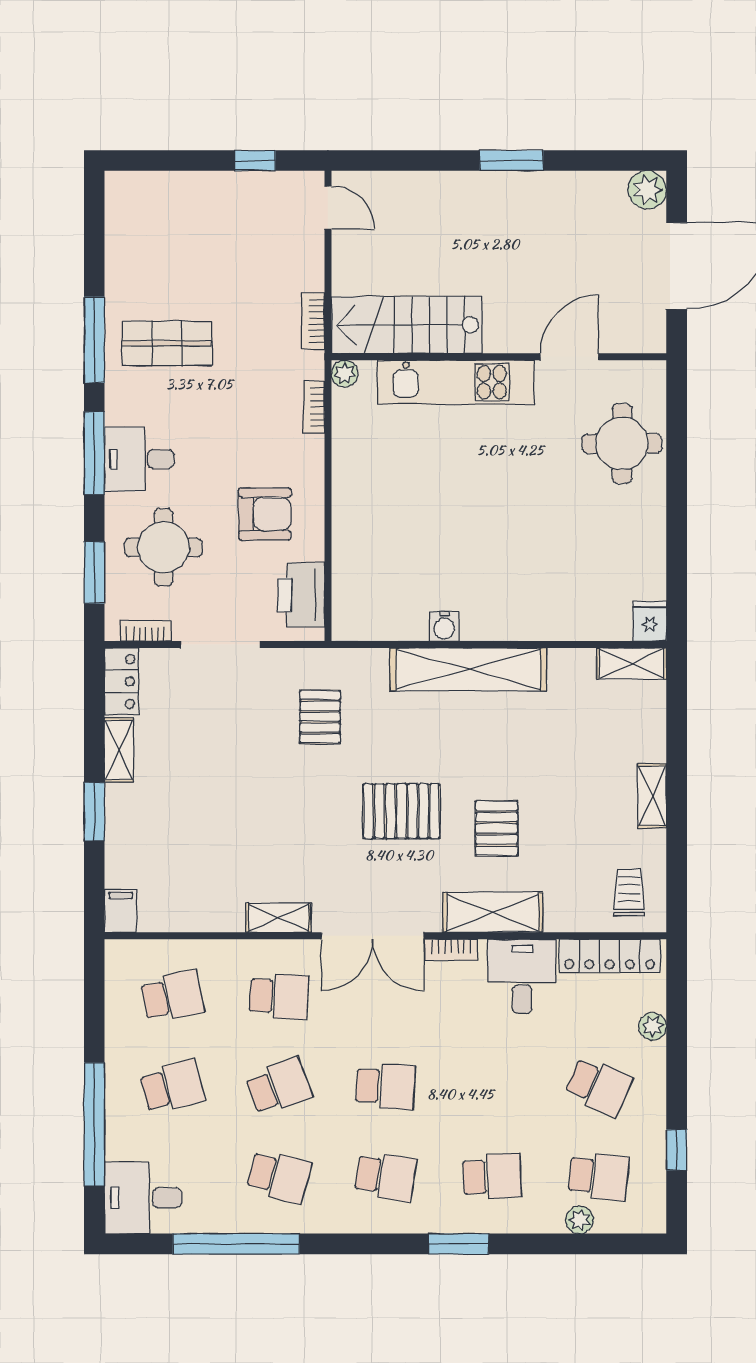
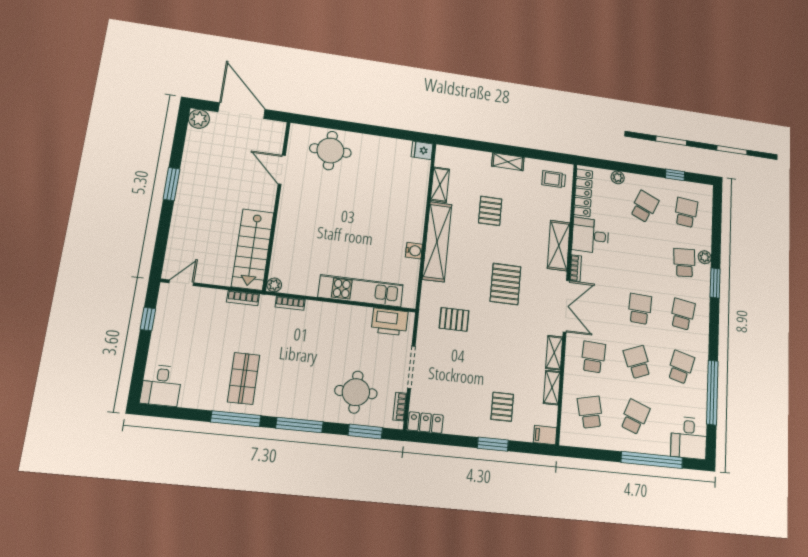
kitchen unit: (456, 382) -> (361, 291), moved, turned -90
desk: (139, 459) -> (161, 385), moved
armchair: (265, 514) -> (344, 336), removed
shelving: (632, 664) -> (440, 185), moved
shelving: (119, 750) -> (552, 388), moved, turned 90
pallet: (165, 824) -> (502, 407), added
pallet: (497, 828) -> (490, 211), moved, turned 90
school desk: (172, 1086) -> (635, 417), turned 36
plant: (580, 1220) -> (705, 257), moved

